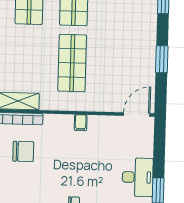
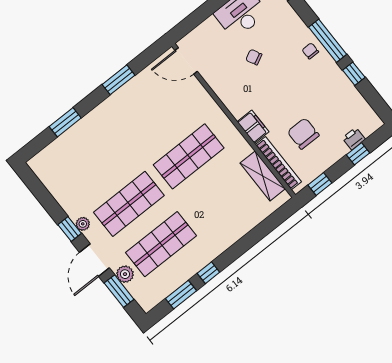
filing cabinet: (81, 123) -> (253, 127), moved, width x2.00
chair: (101, 161) -> (254, 57), added

